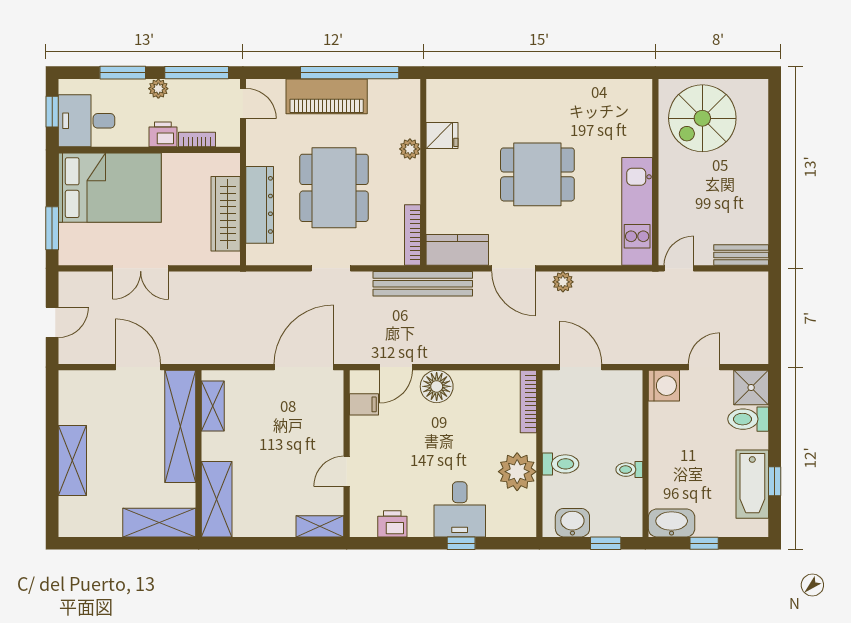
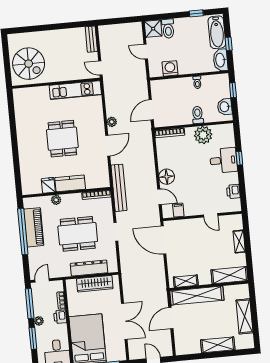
piano: (327, 96) -> (34, 227), moved
kitchen counter: (457, 250) -> (70, 183), moved, turned 90
double door: (141, 268) -> (124, 321), width x1.37
washing machine: (664, 386) -> (170, 68), moved
bathtub: (752, 484) -> (217, 32), moved, turned 90
shelving: (159, 523) -> (244, 316), moved
shelving: (320, 526) -> (239, 242), moved

